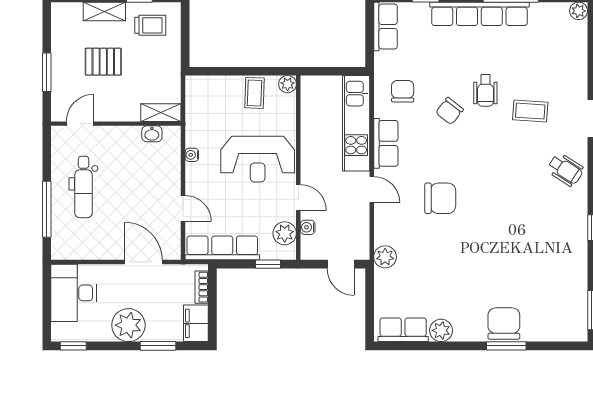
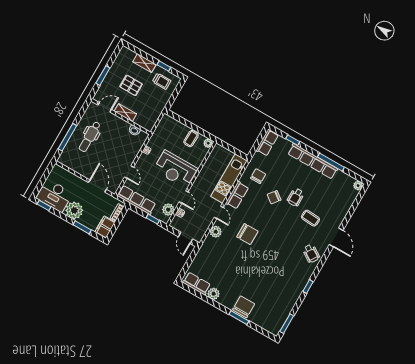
shelving: (161, 113) -> (125, 113), moved
plant: (385, 257) -> (216, 232), moved
desk: (73, 293) -> (55, 196), moved, turned -90

